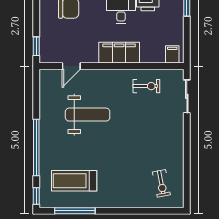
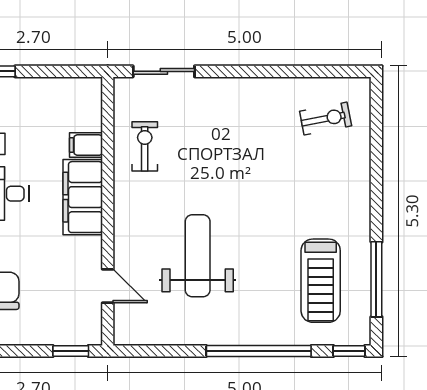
filing cabinet: (172, 54) -> (86, 145), moved

